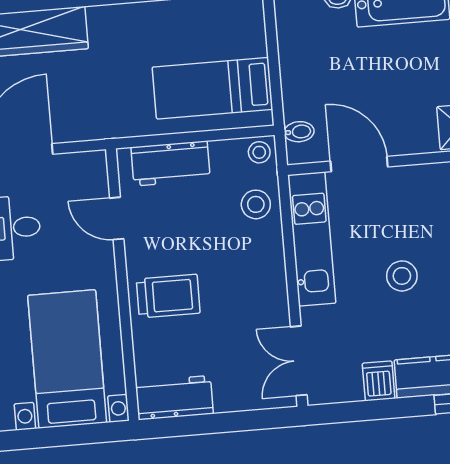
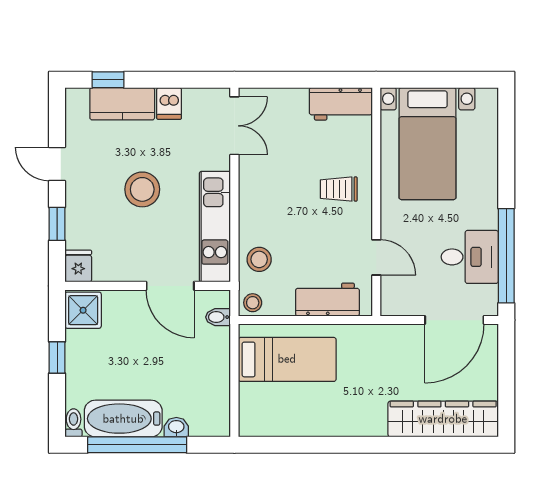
stool: (402, 276) -> (142, 189), width x1.38, depth x1.38
trolley: (168, 296) -> (339, 189), width x0.73, depth x0.72

